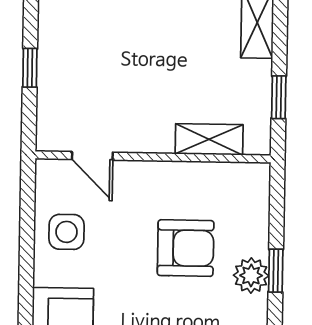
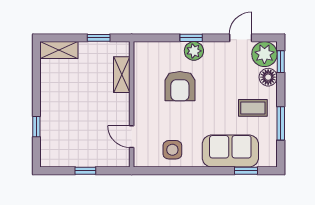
door: (92, 156) -> (132, 137), swing flipped
armchair: (186, 248) -> (180, 86), turned 180

